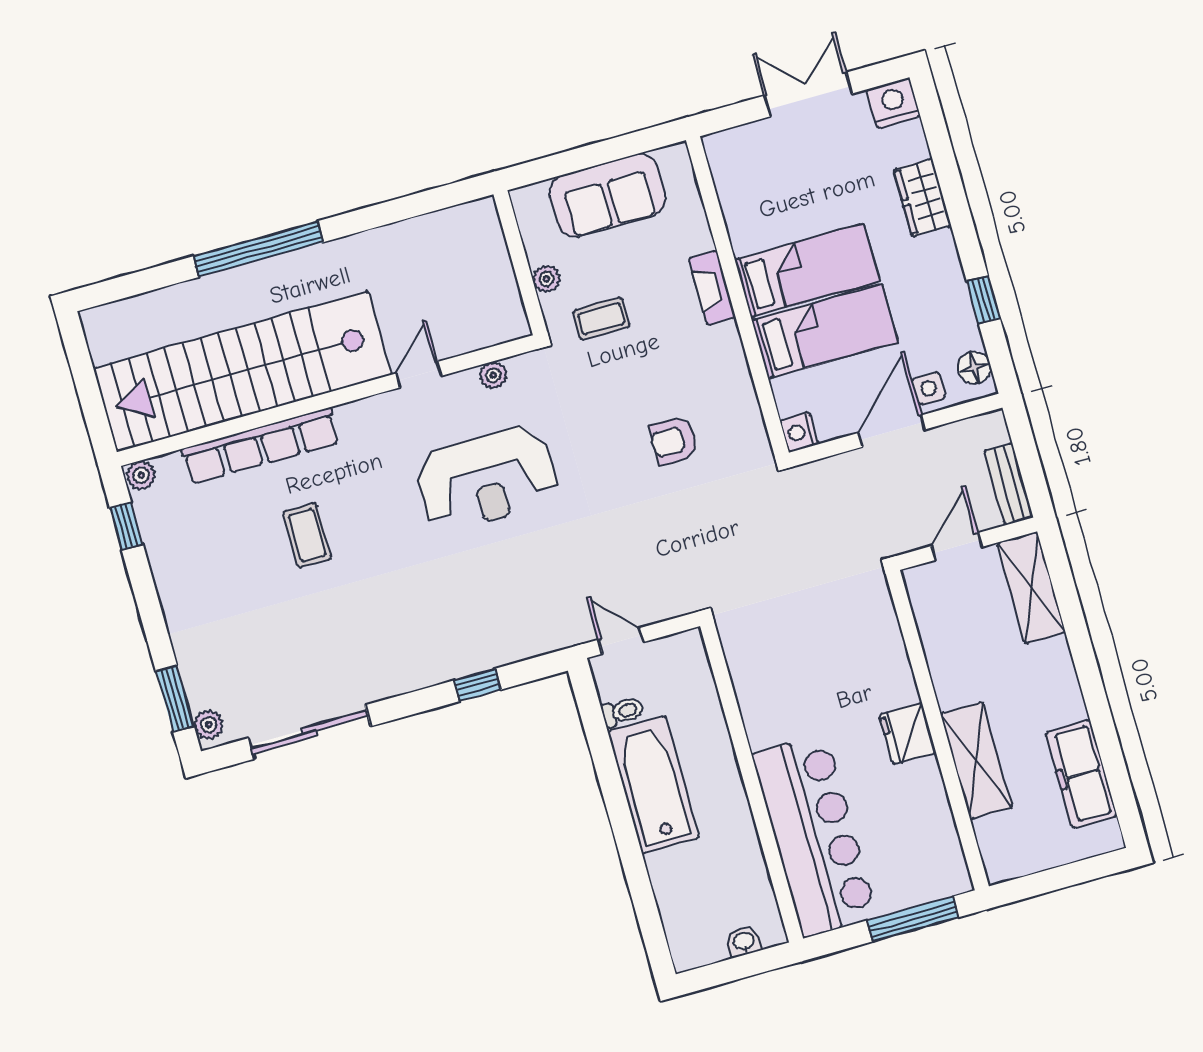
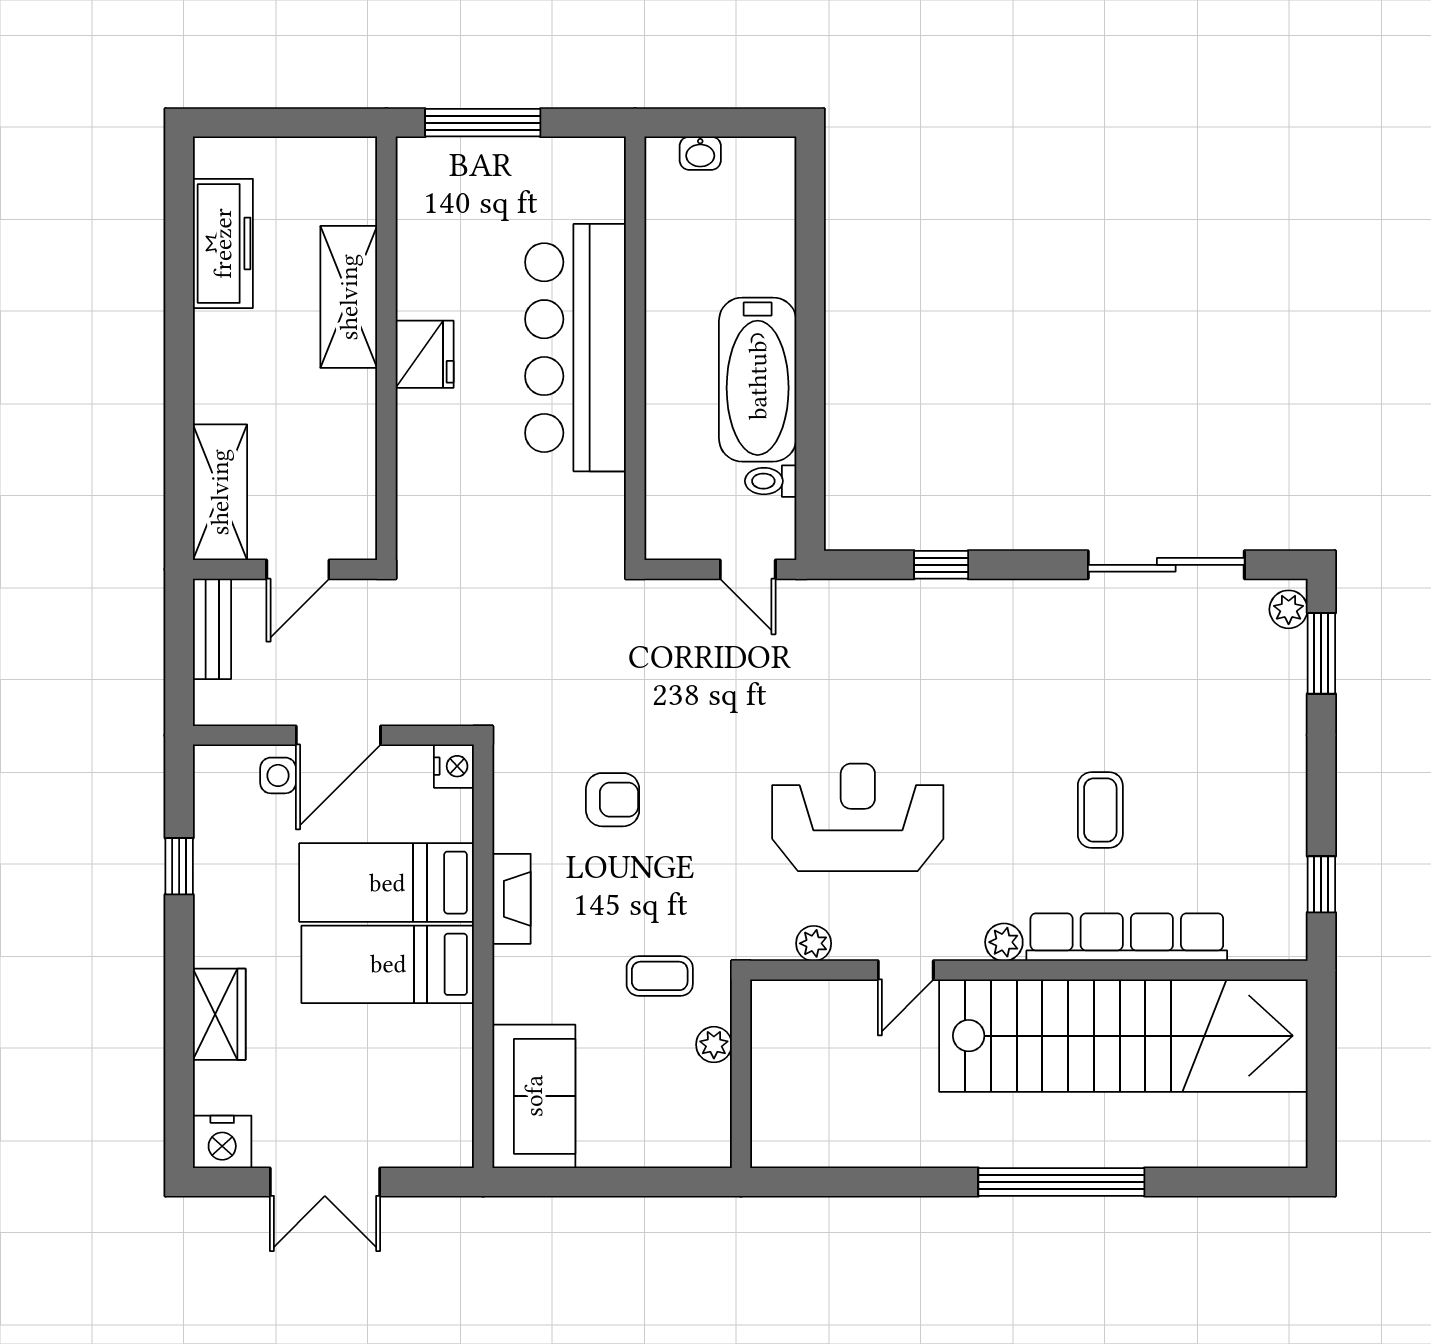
sofa: (608, 196) -> (534, 1096), moved, turned 90
fireplace: (712, 288) -> (512, 899), moved
floor lamp: (974, 368) -> (214, 785), removed
plant: (141, 475) -> (1004, 942), moved
bar counter: (815, 836) -> (575, 348), moved

